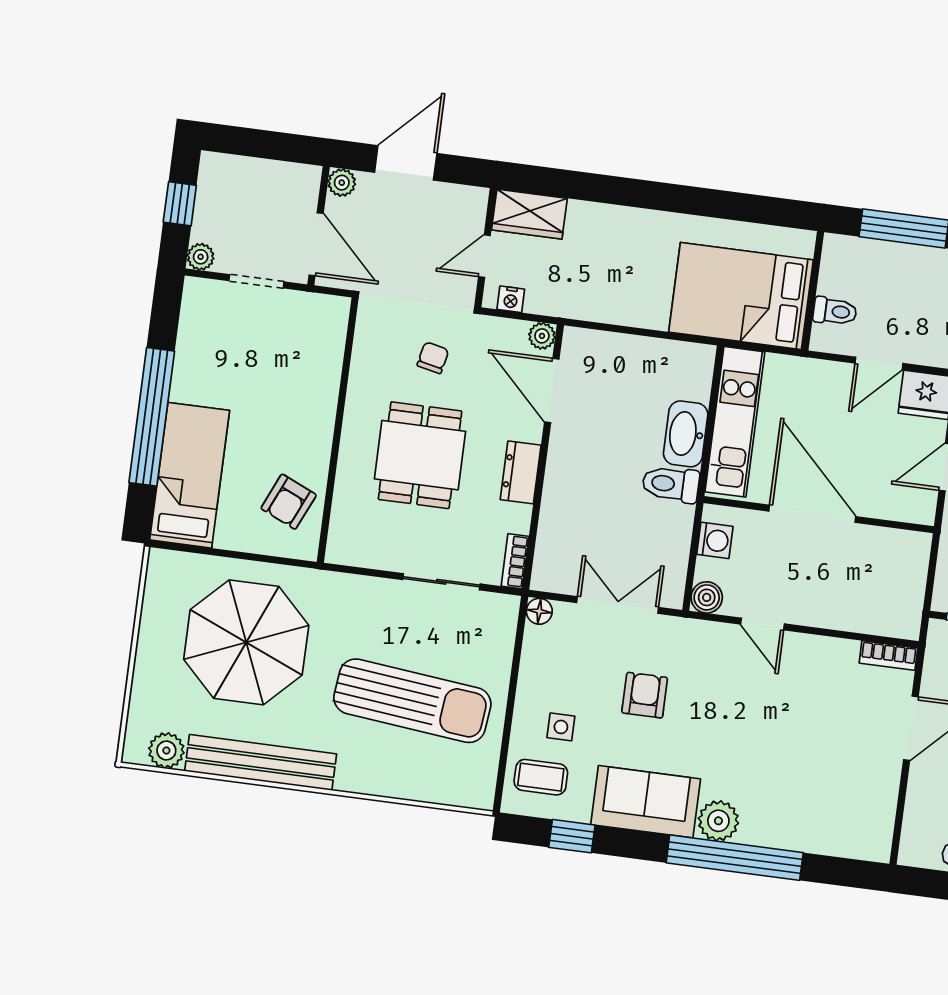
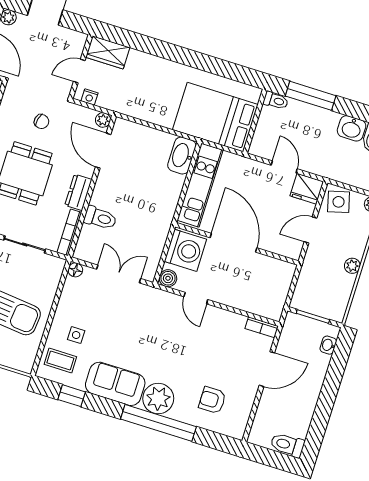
toilet: (835, 311) -> (276, 101), moved
chair: (433, 358) -> (41, 121), turned 91
door: (879, 363) -> (284, 167), swing flipped
washbasin: (686, 434) -> (182, 156), moved
toilet: (671, 484) -> (100, 218), moved, turned 180
washing machine: (715, 540) -> (185, 250), width x1.89, depth x1.89
bookcase: (515, 561) -> (69, 232), width x1.56
armchair: (645, 695) -> (212, 400), moved, turned -90
plant: (718, 821) -> (158, 399), width x1.36, depth x1.36

